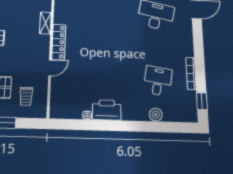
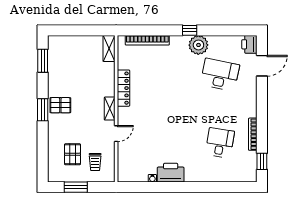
shelving: (45, 23) -> (110, 109), moved
locker: (59, 42) -> (123, 88), moved
plant: (156, 115) -> (217, 176), removed

